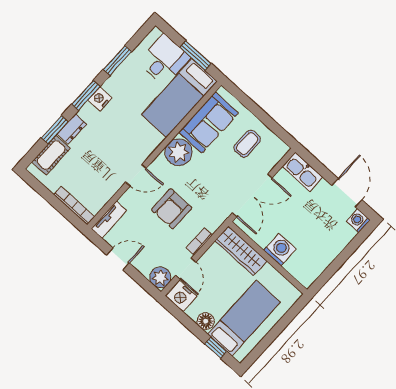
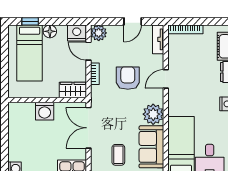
wardrobe: (241, 251) -> (73, 90), width x0.67

